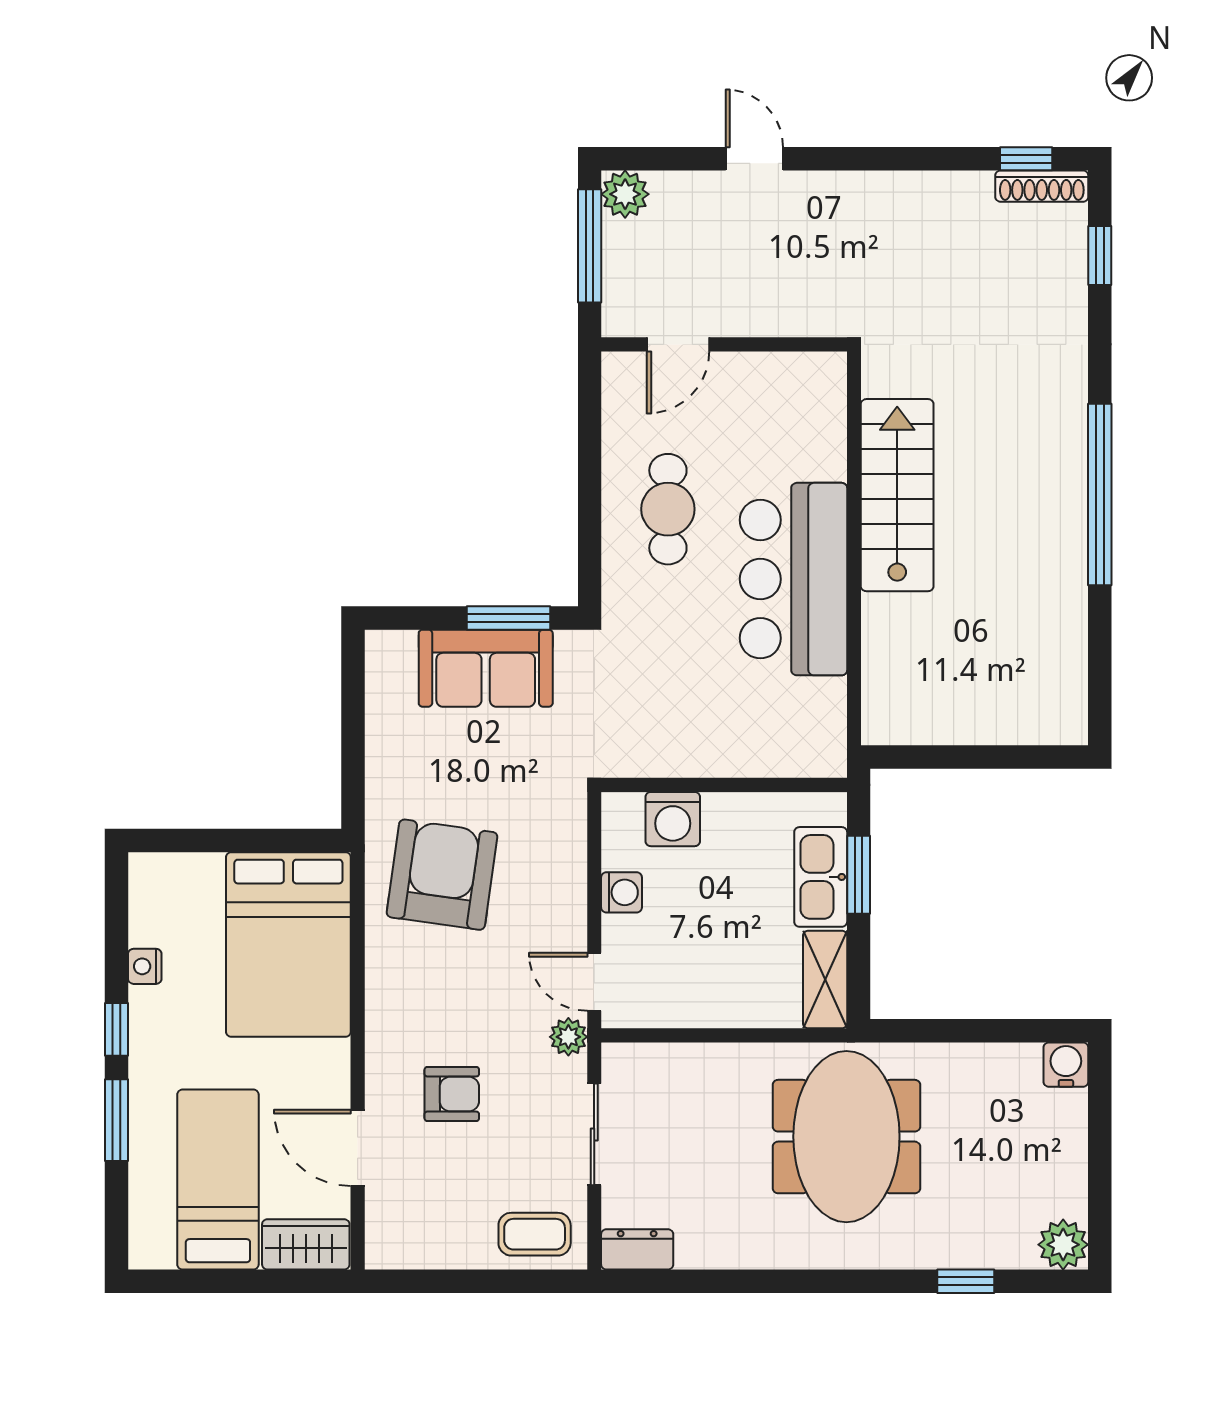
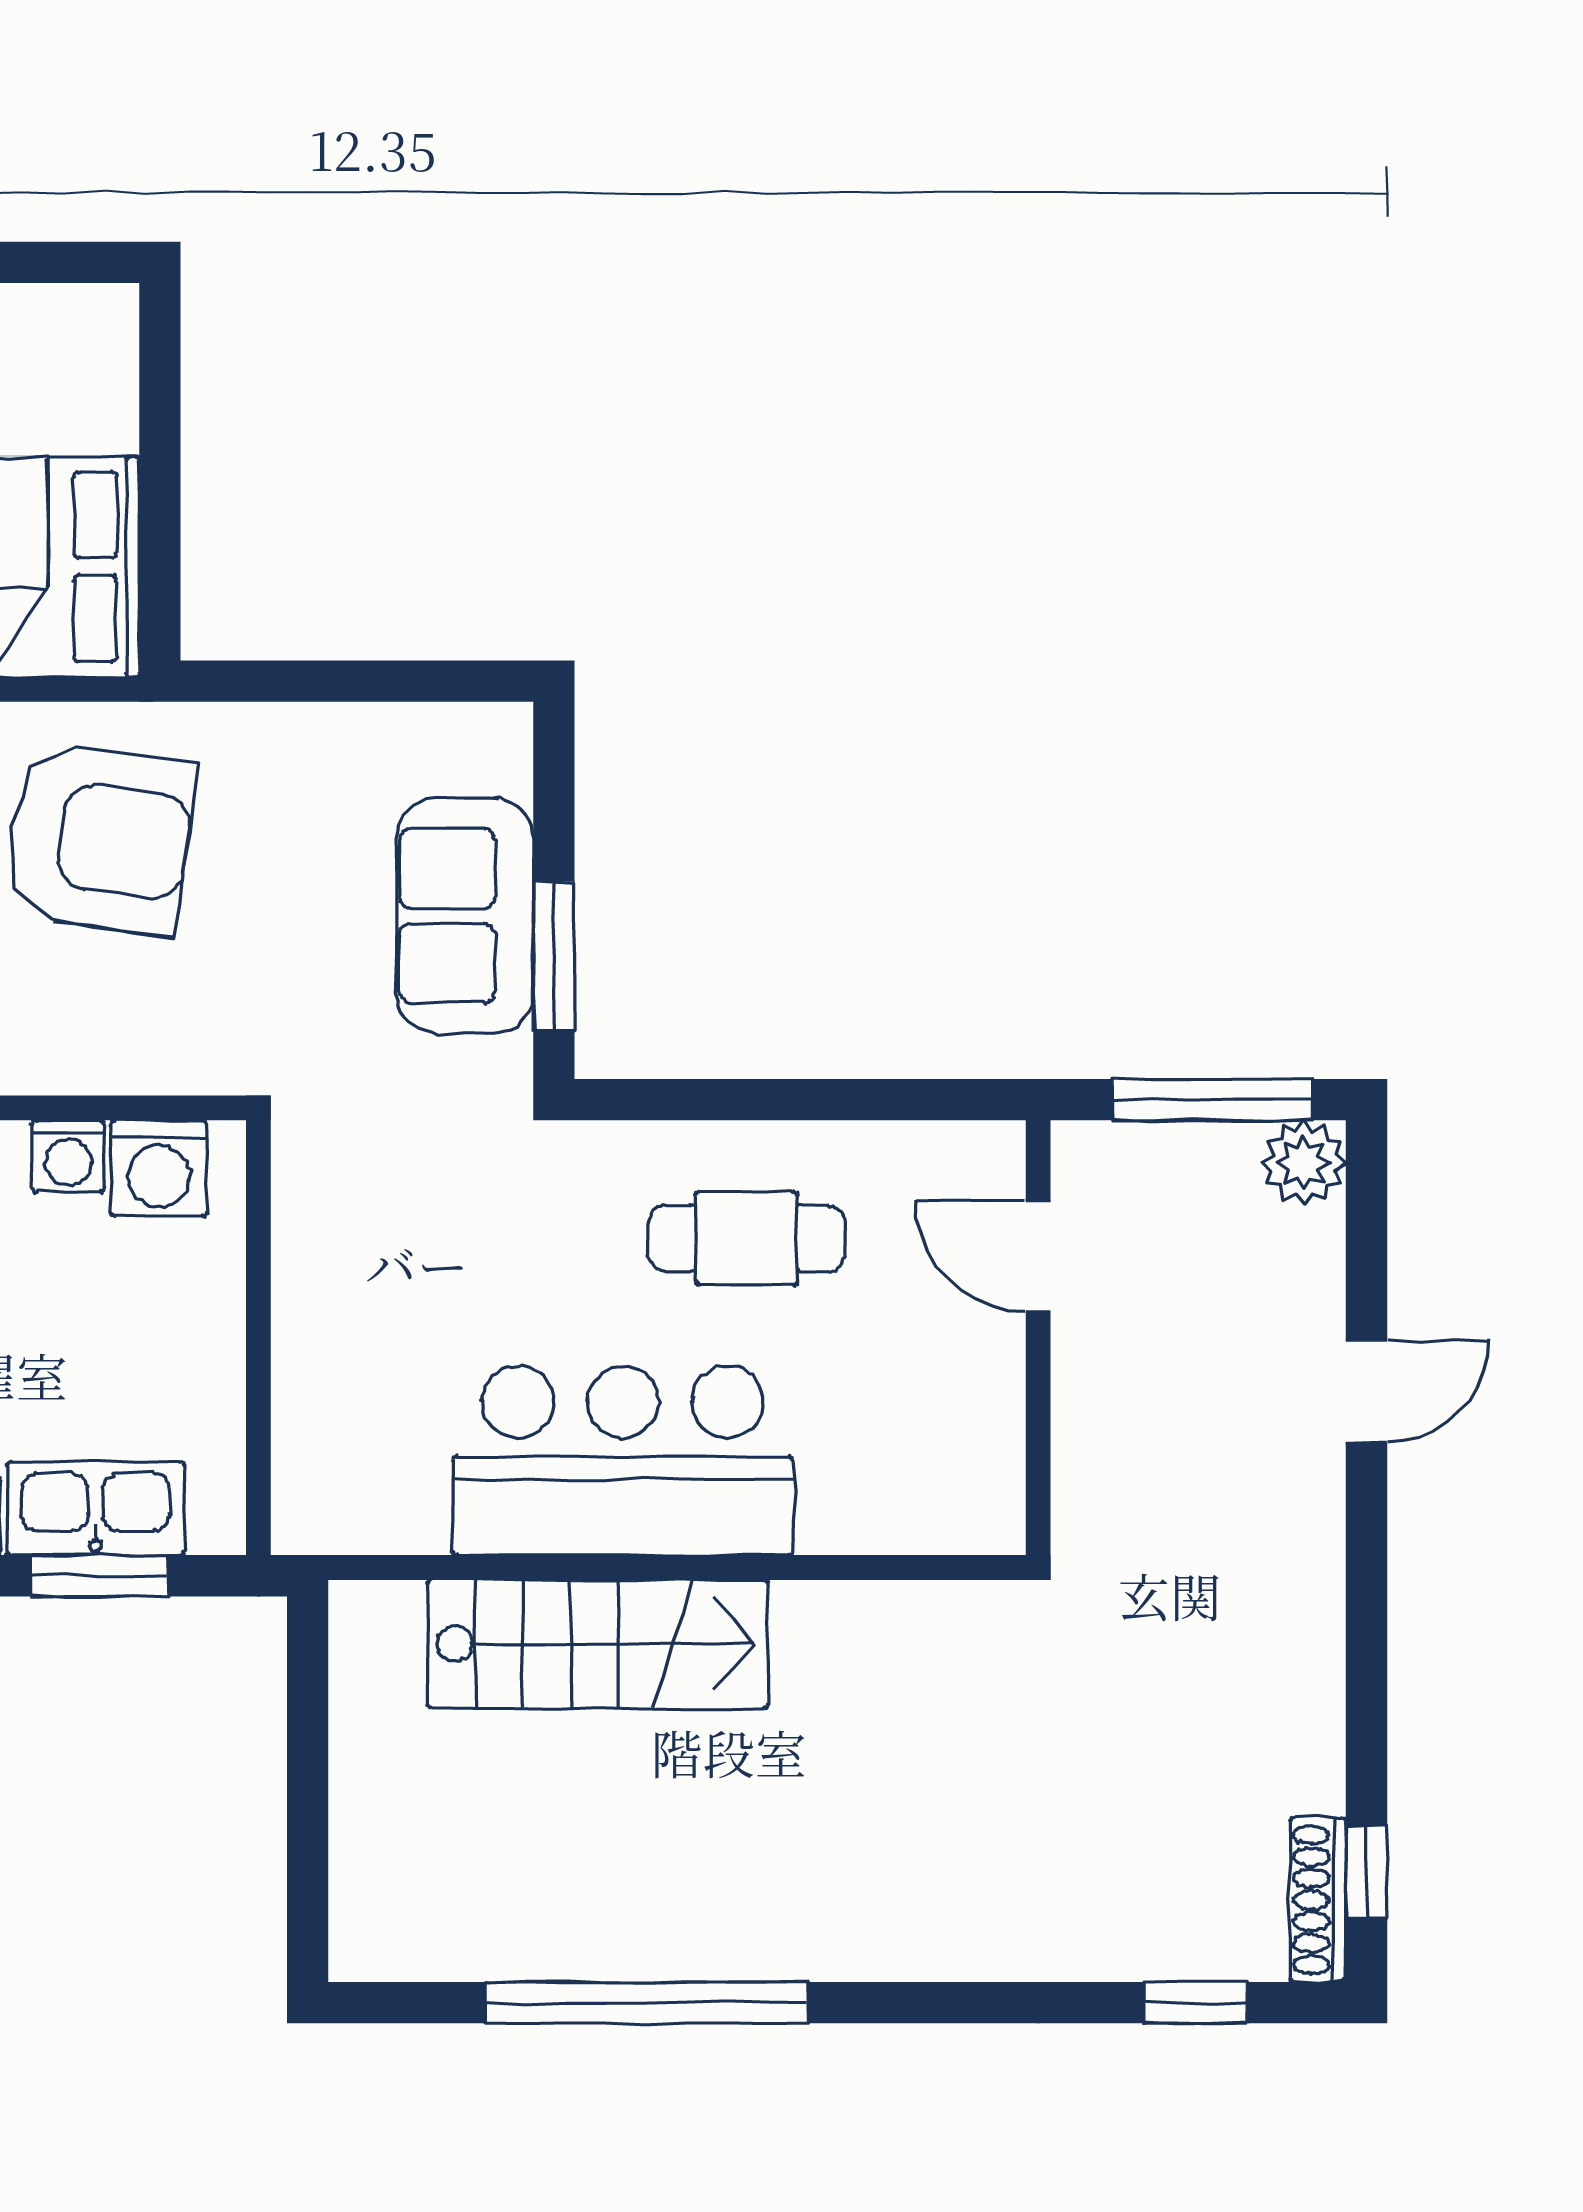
window: (1100, 494) -> (647, 2003), moved
stairs: (897, 495) -> (598, 1644), moved
washing machine: (673, 819) -> (159, 1168), moved, turned -90

